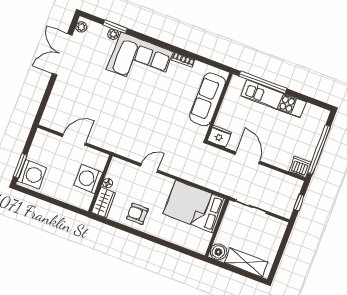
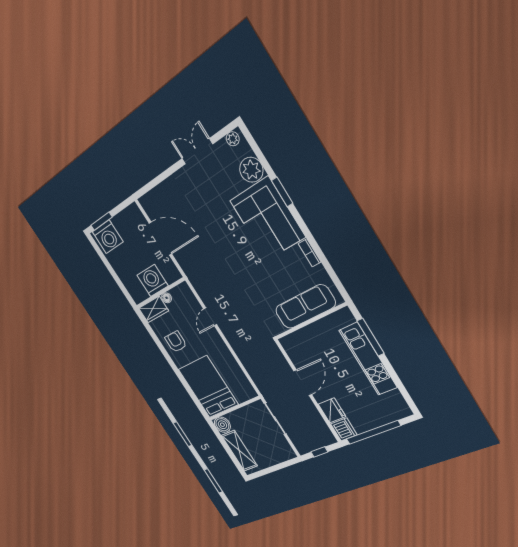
window: (115, 27) -> (282, 192), moved
plant: (113, 34) -> (251, 170), width x1.87, depth x1.87
double door: (62, 54) -> (197, 151), width x0.73
window: (263, 82) -> (371, 337), width x0.68
fridge: (219, 136) -> (332, 410), moved
door: (74, 140) -> (160, 239), width x1.36
door: (149, 168) -> (210, 317), swing flipped
bed: (195, 207) -> (208, 387), moved

